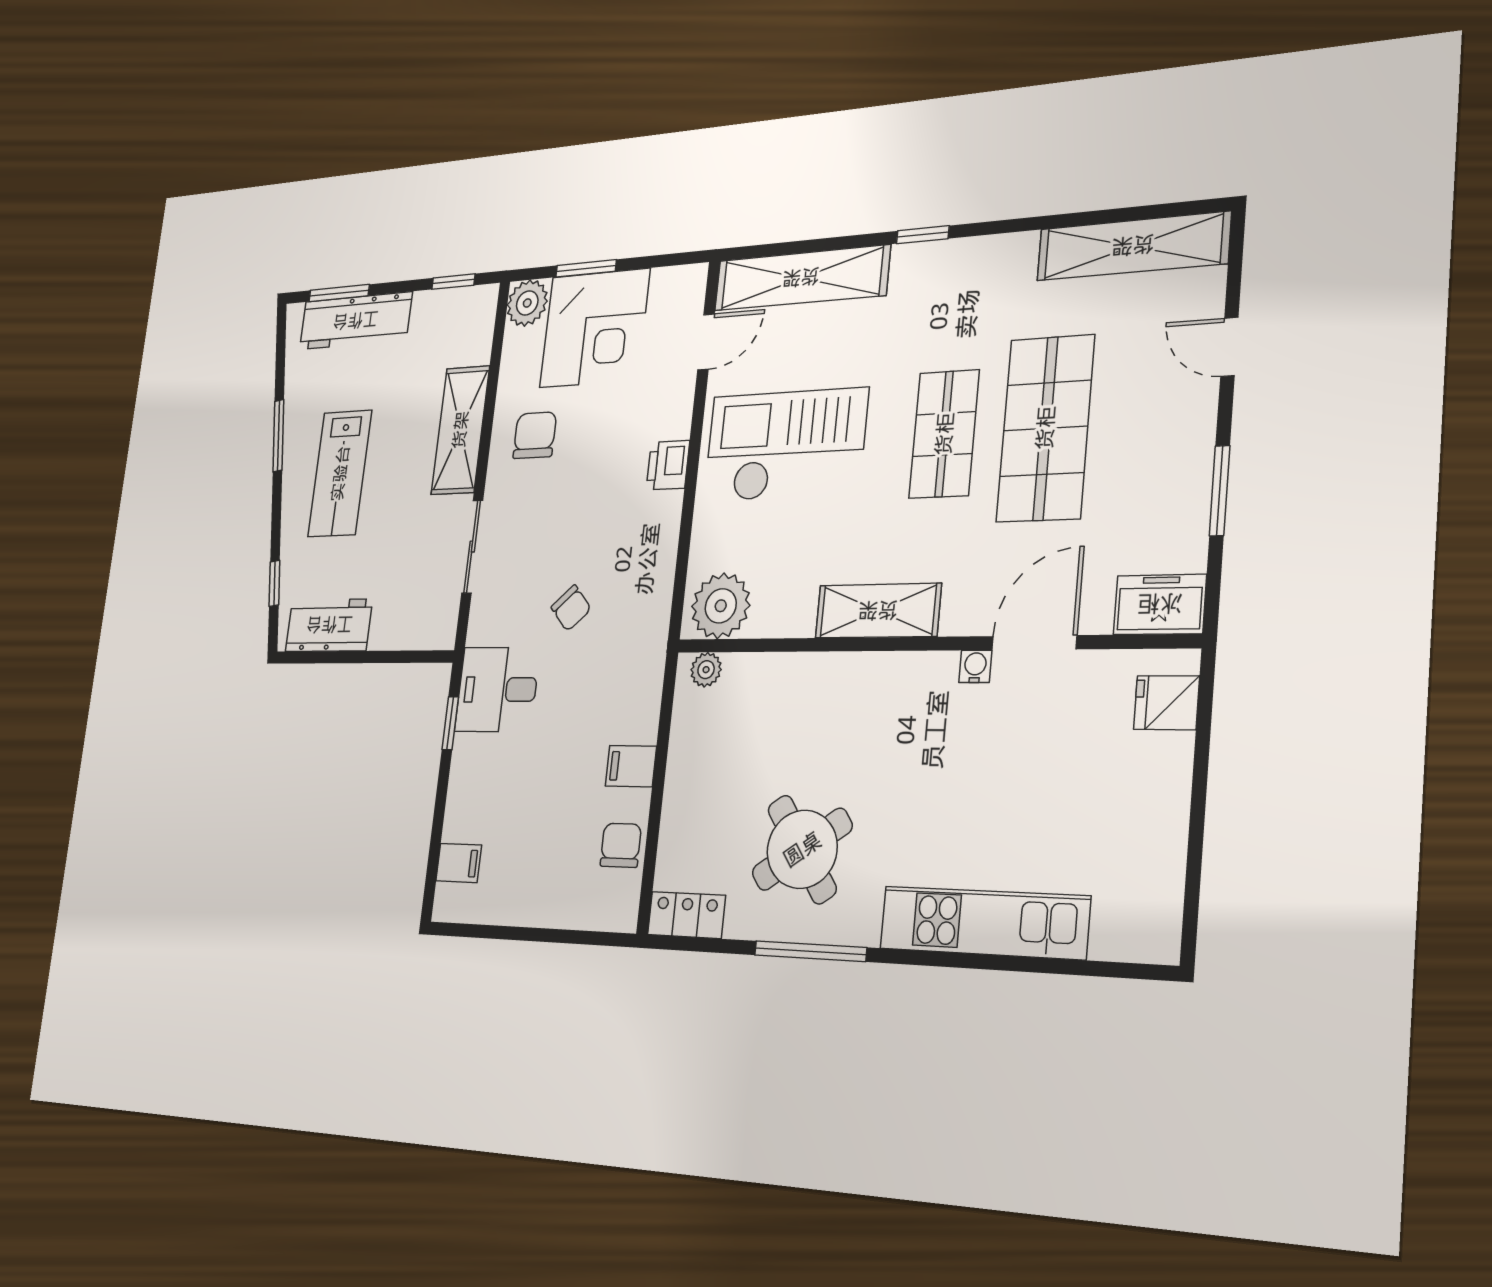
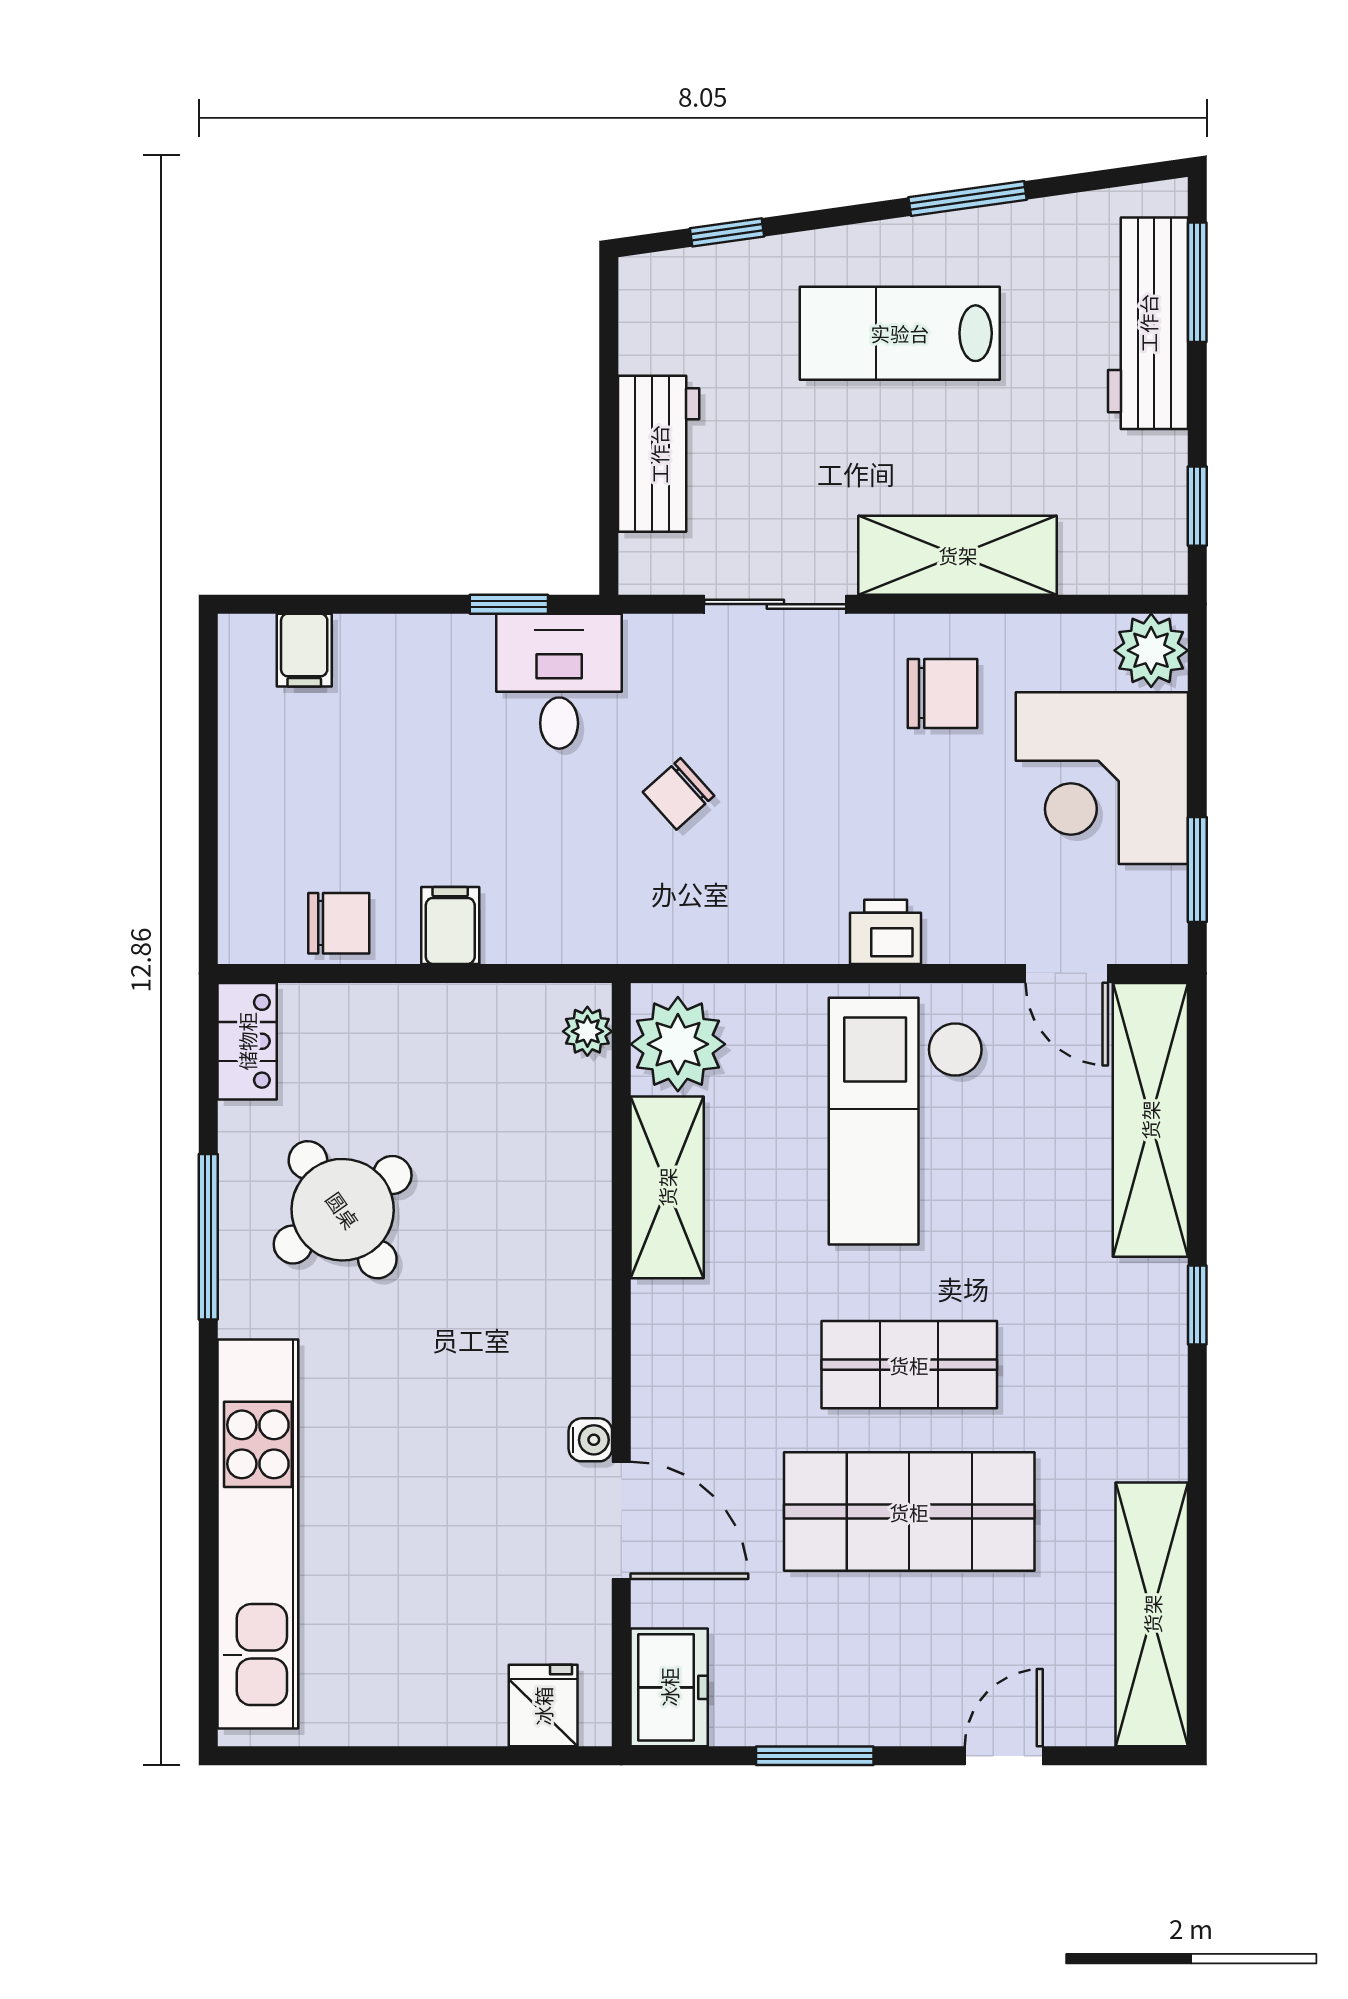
window: (586, 268) -> (1197, 869), moved
checkout: (785, 445) -> (906, 1121), turned 180
shelving: (878, 611) -> (667, 1187), moved
workbench: (329, 625) -> (659, 454), moved
kitchen unit: (984, 923) -> (258, 1534), width x1.36

